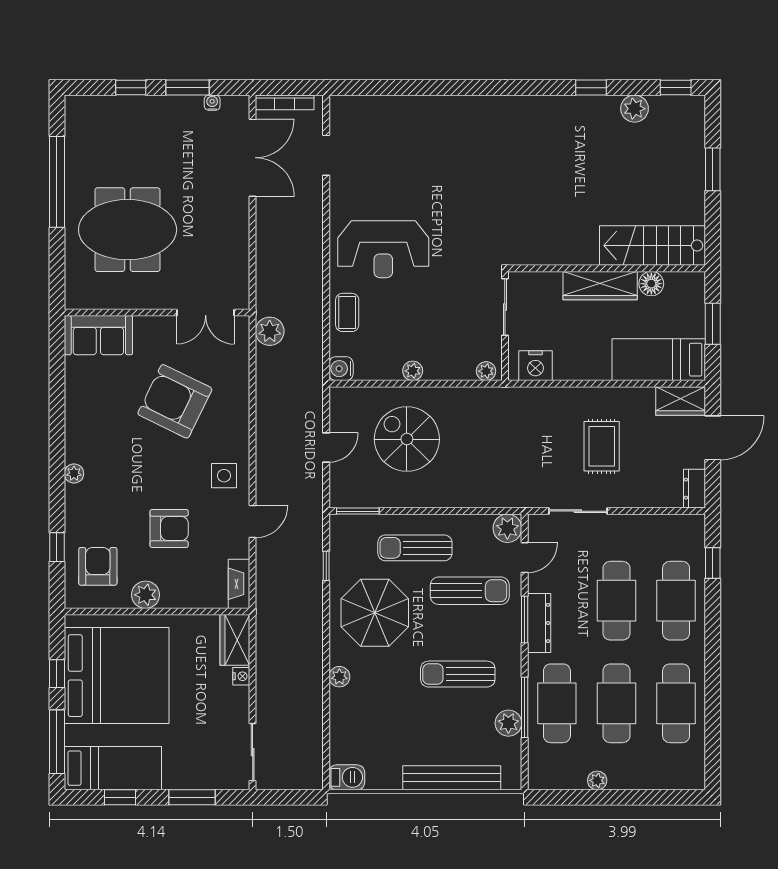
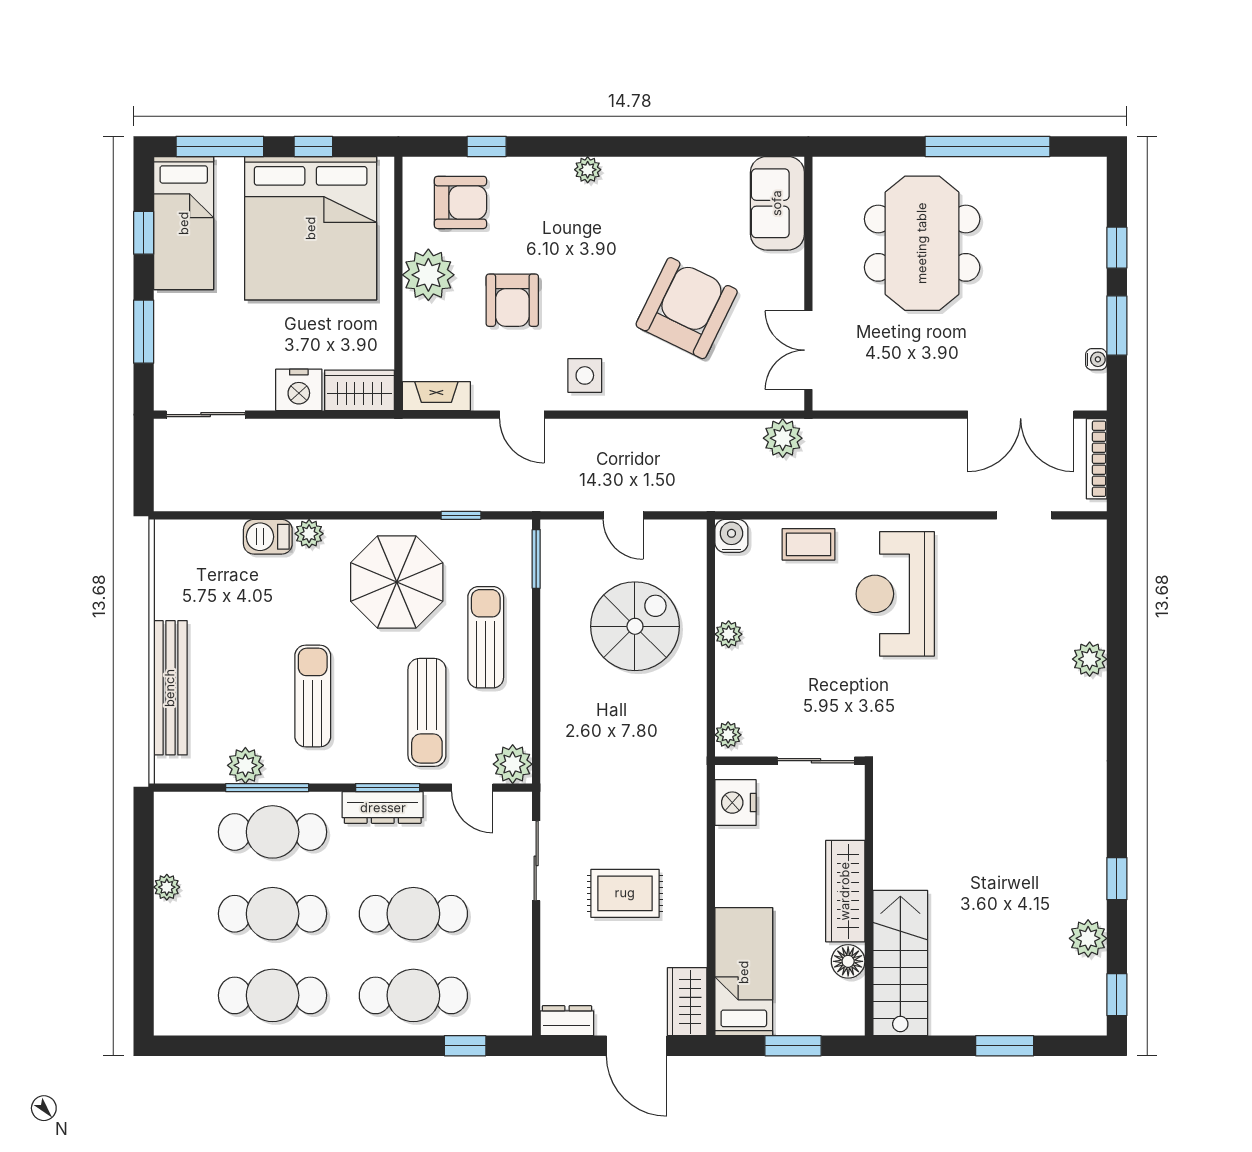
plant: (431, 107) -> (1090, 659), added
plant: (146, 595) -> (428, 275), width x1.36, depth x1.36
nightstand: (241, 676) -> (299, 390), width x1.89, depth x1.79
barbecue: (347, 777) -> (268, 537), moved, turned 90

